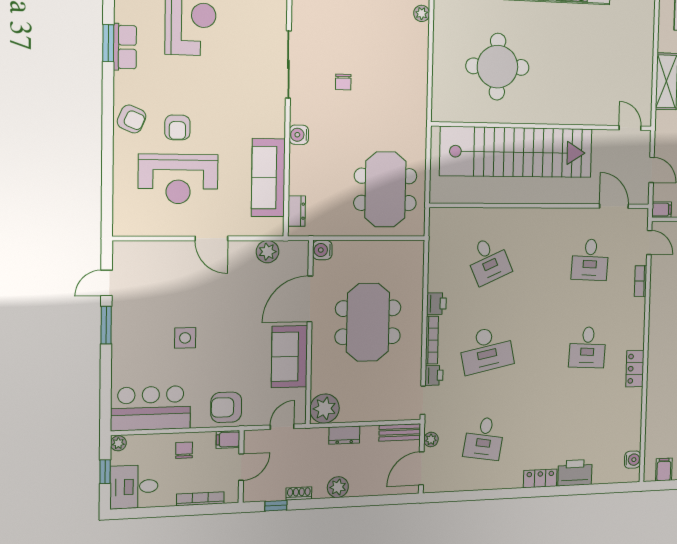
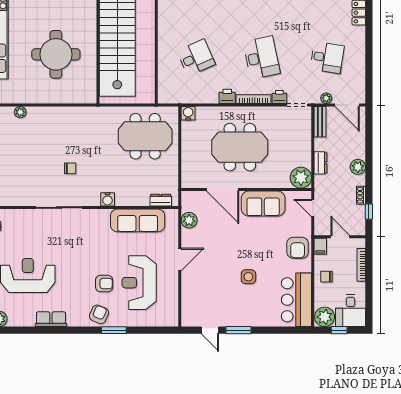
window: (108, 43) -> (114, 330), moved
reception desk: (178, 179) -> (139, 283), turned 180
water cooler: (322, 250) -> (188, 113), moved, turned 180
plant: (118, 443) -> (325, 317), width x1.88, depth x1.88

